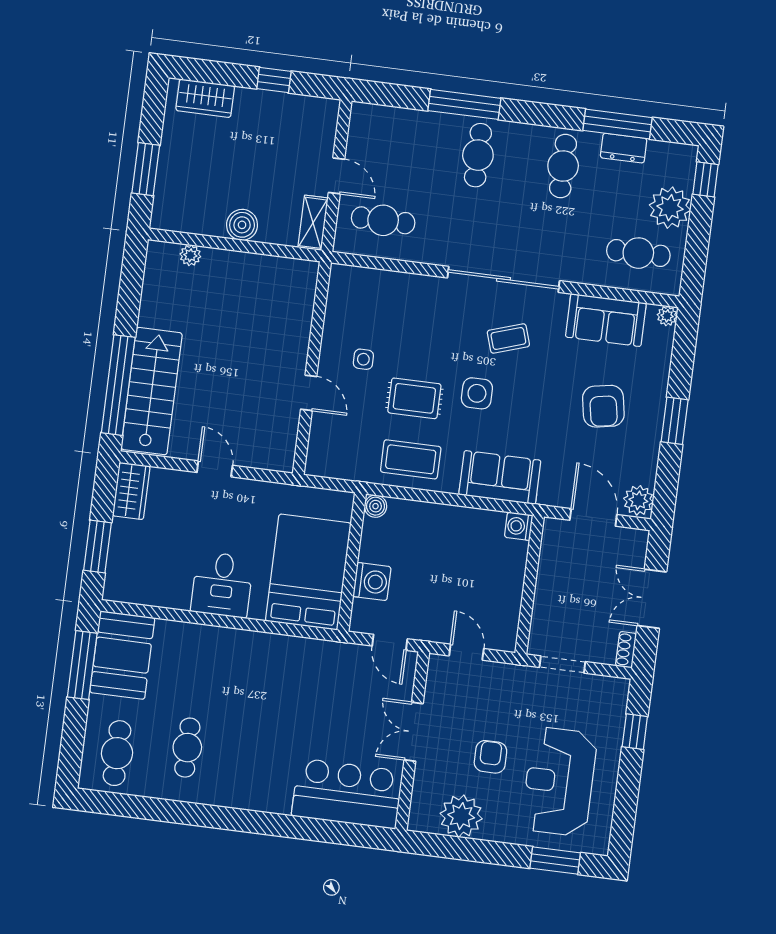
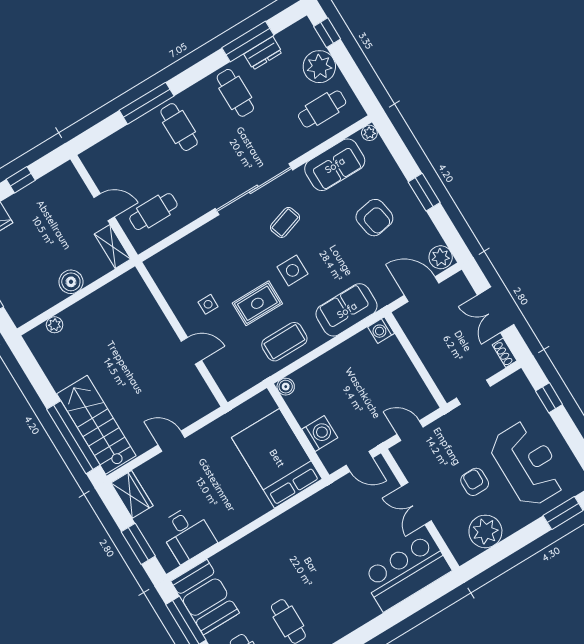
desk: (222, 585) -> (187, 534), moved
reception desk: (559, 782) -> (528, 464), turned 180

